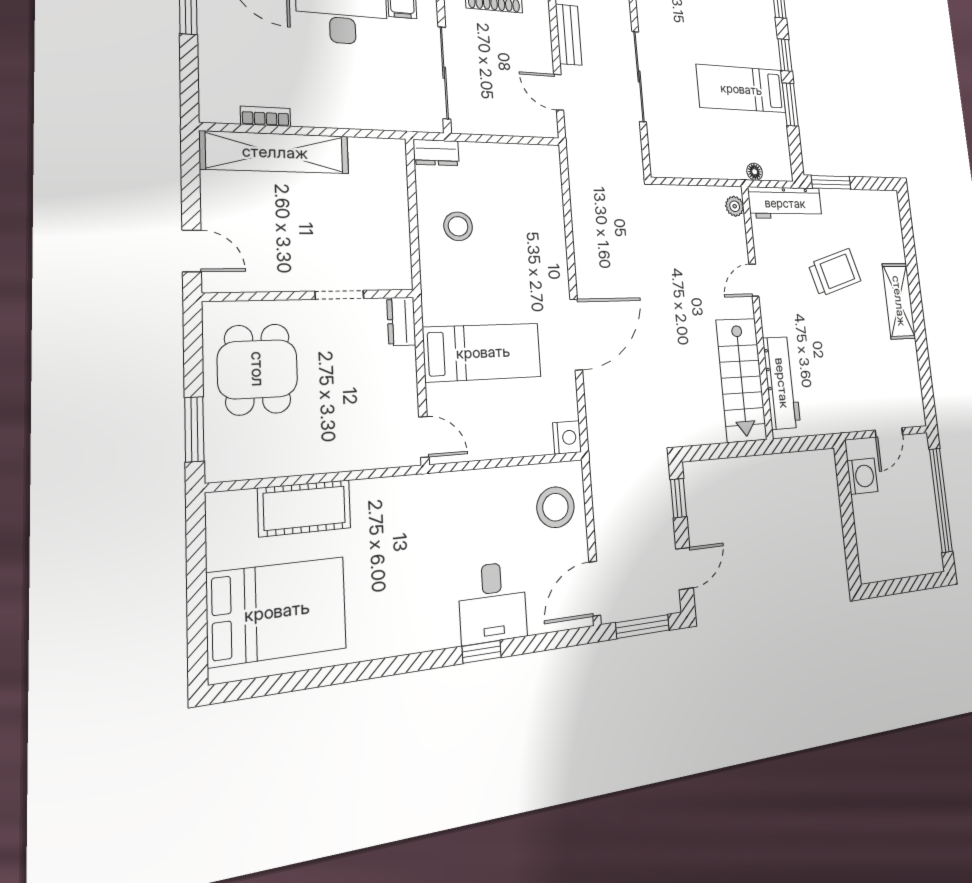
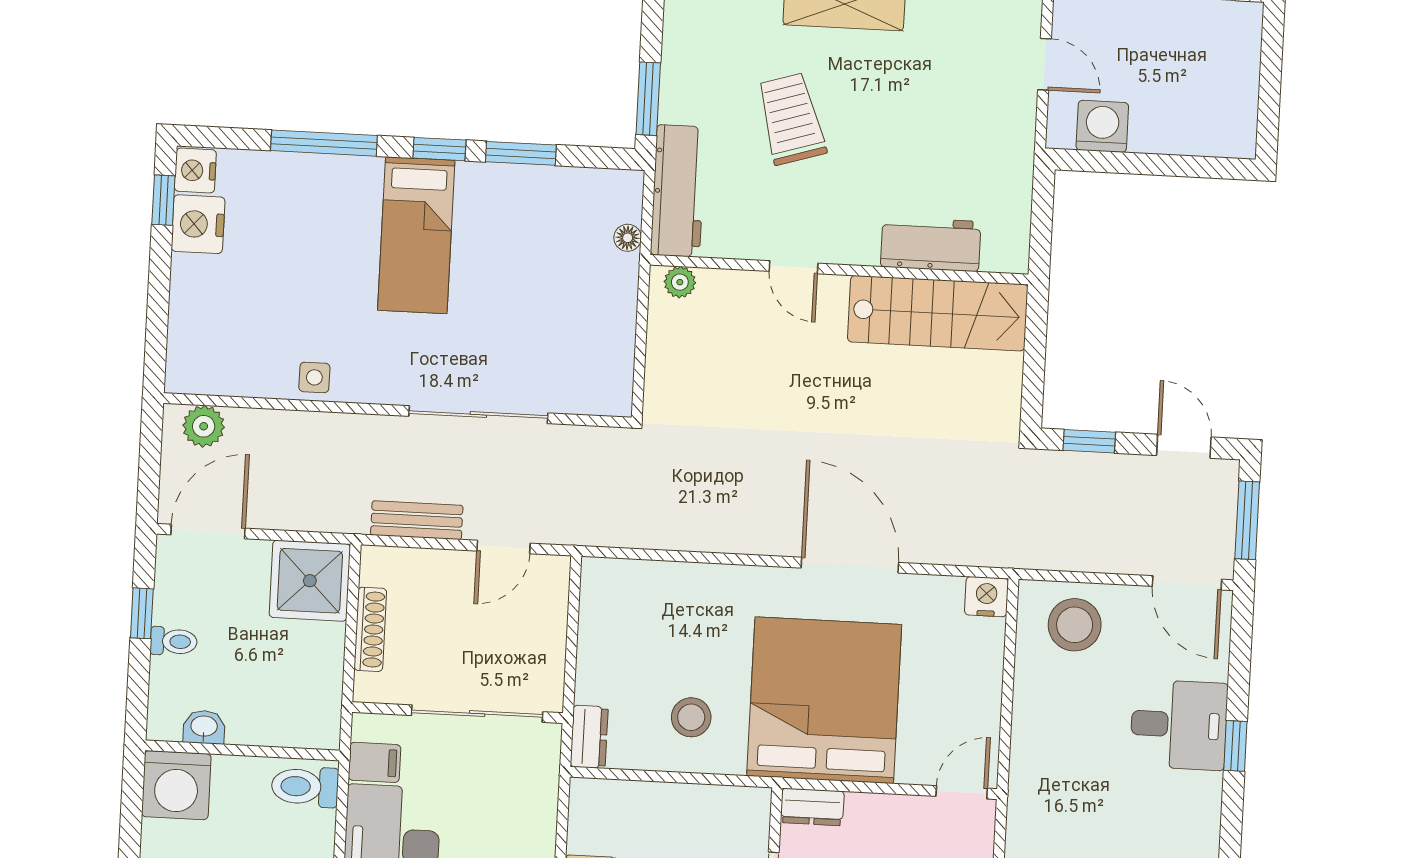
bed: (741, 89) -> (416, 235), moved
bed: (483, 352) -> (824, 700), width x2.04
workbench: (782, 383) -> (931, 244), width x0.73

